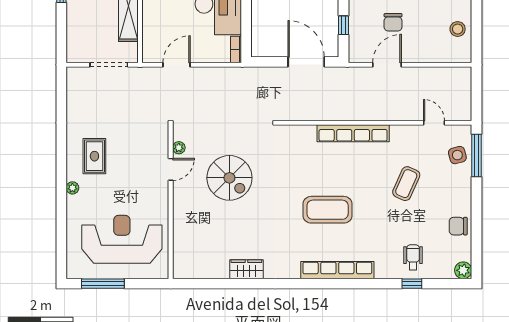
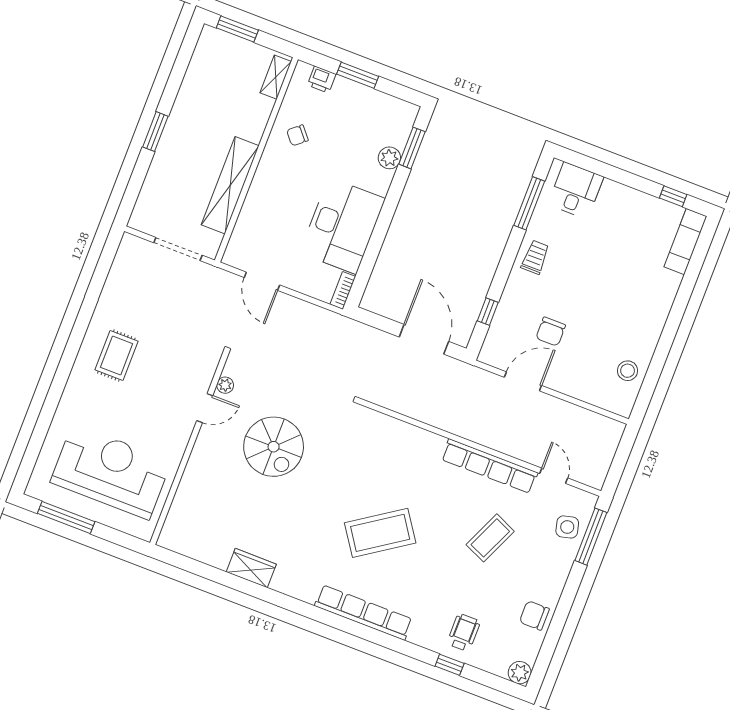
door: (177, 65) -> (262, 281), swing flipped
row of seats: (353, 133) -> (489, 466), moved
plant: (72, 188) -> (74, 384), removed
coffee table: (328, 210) -> (380, 533), turned -34

